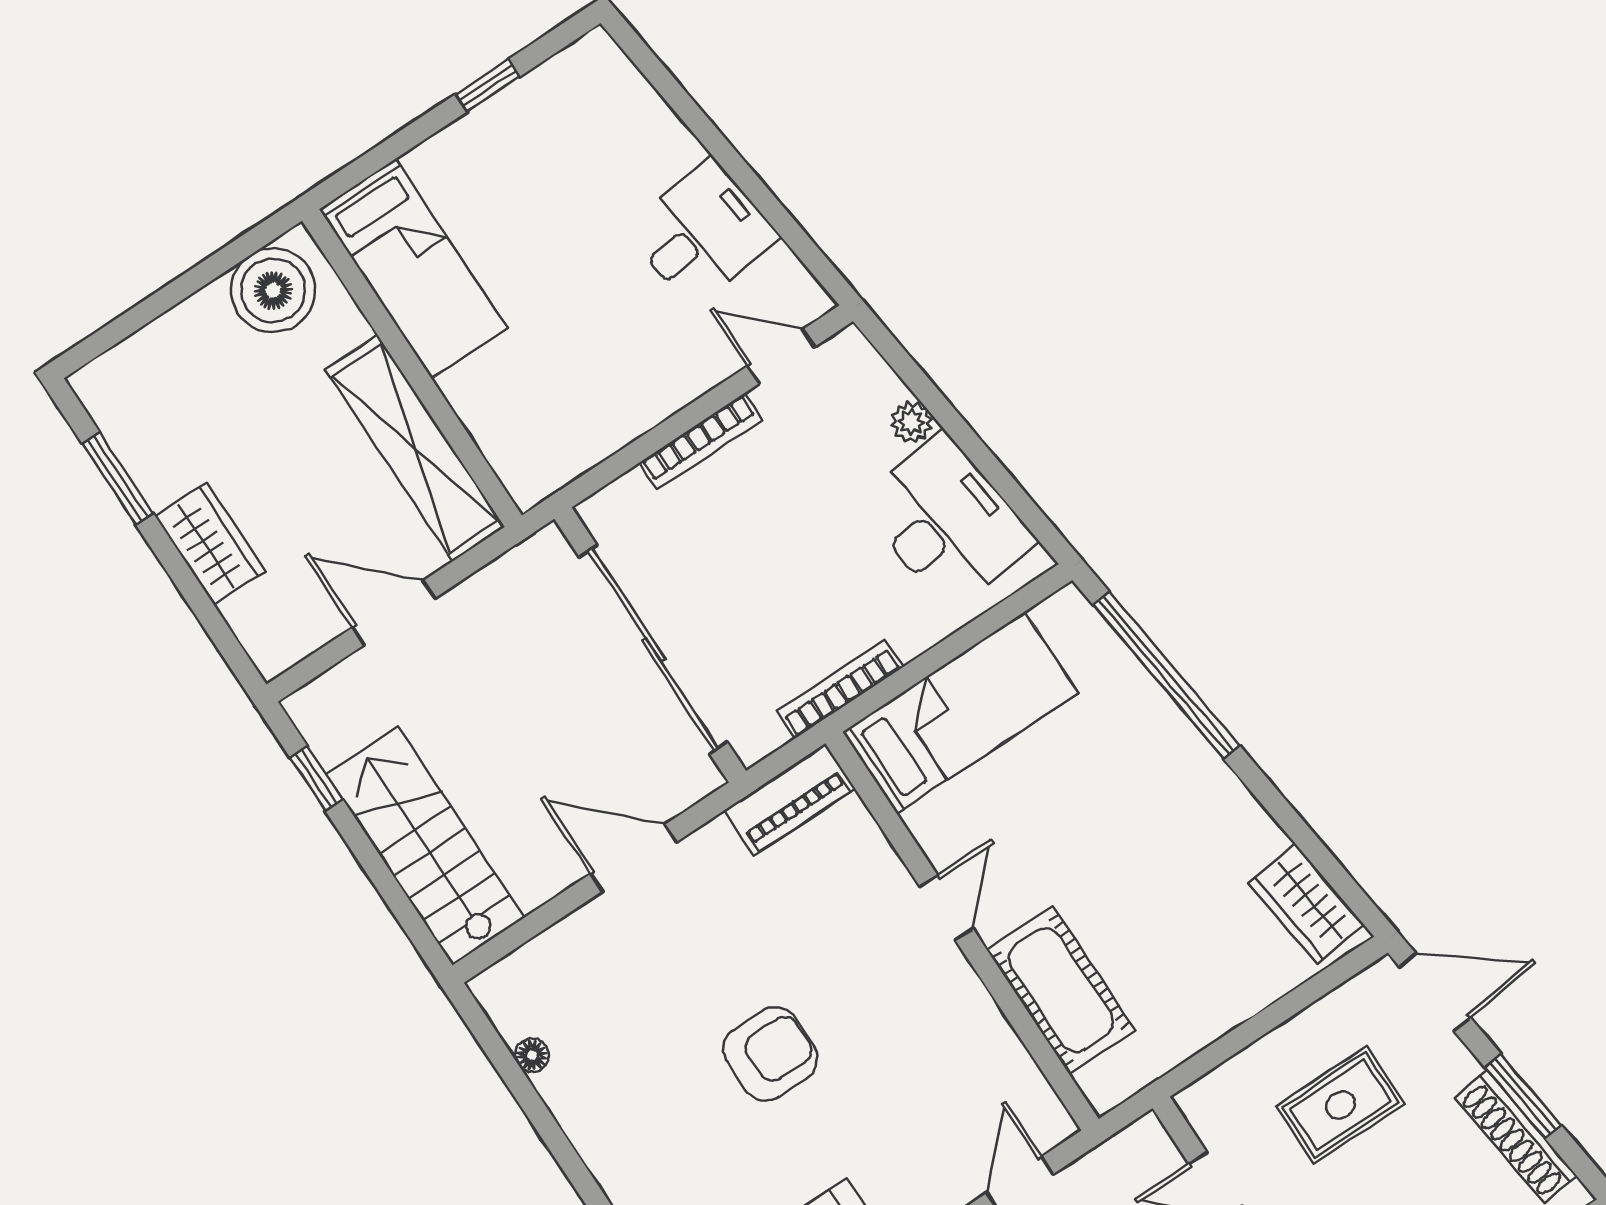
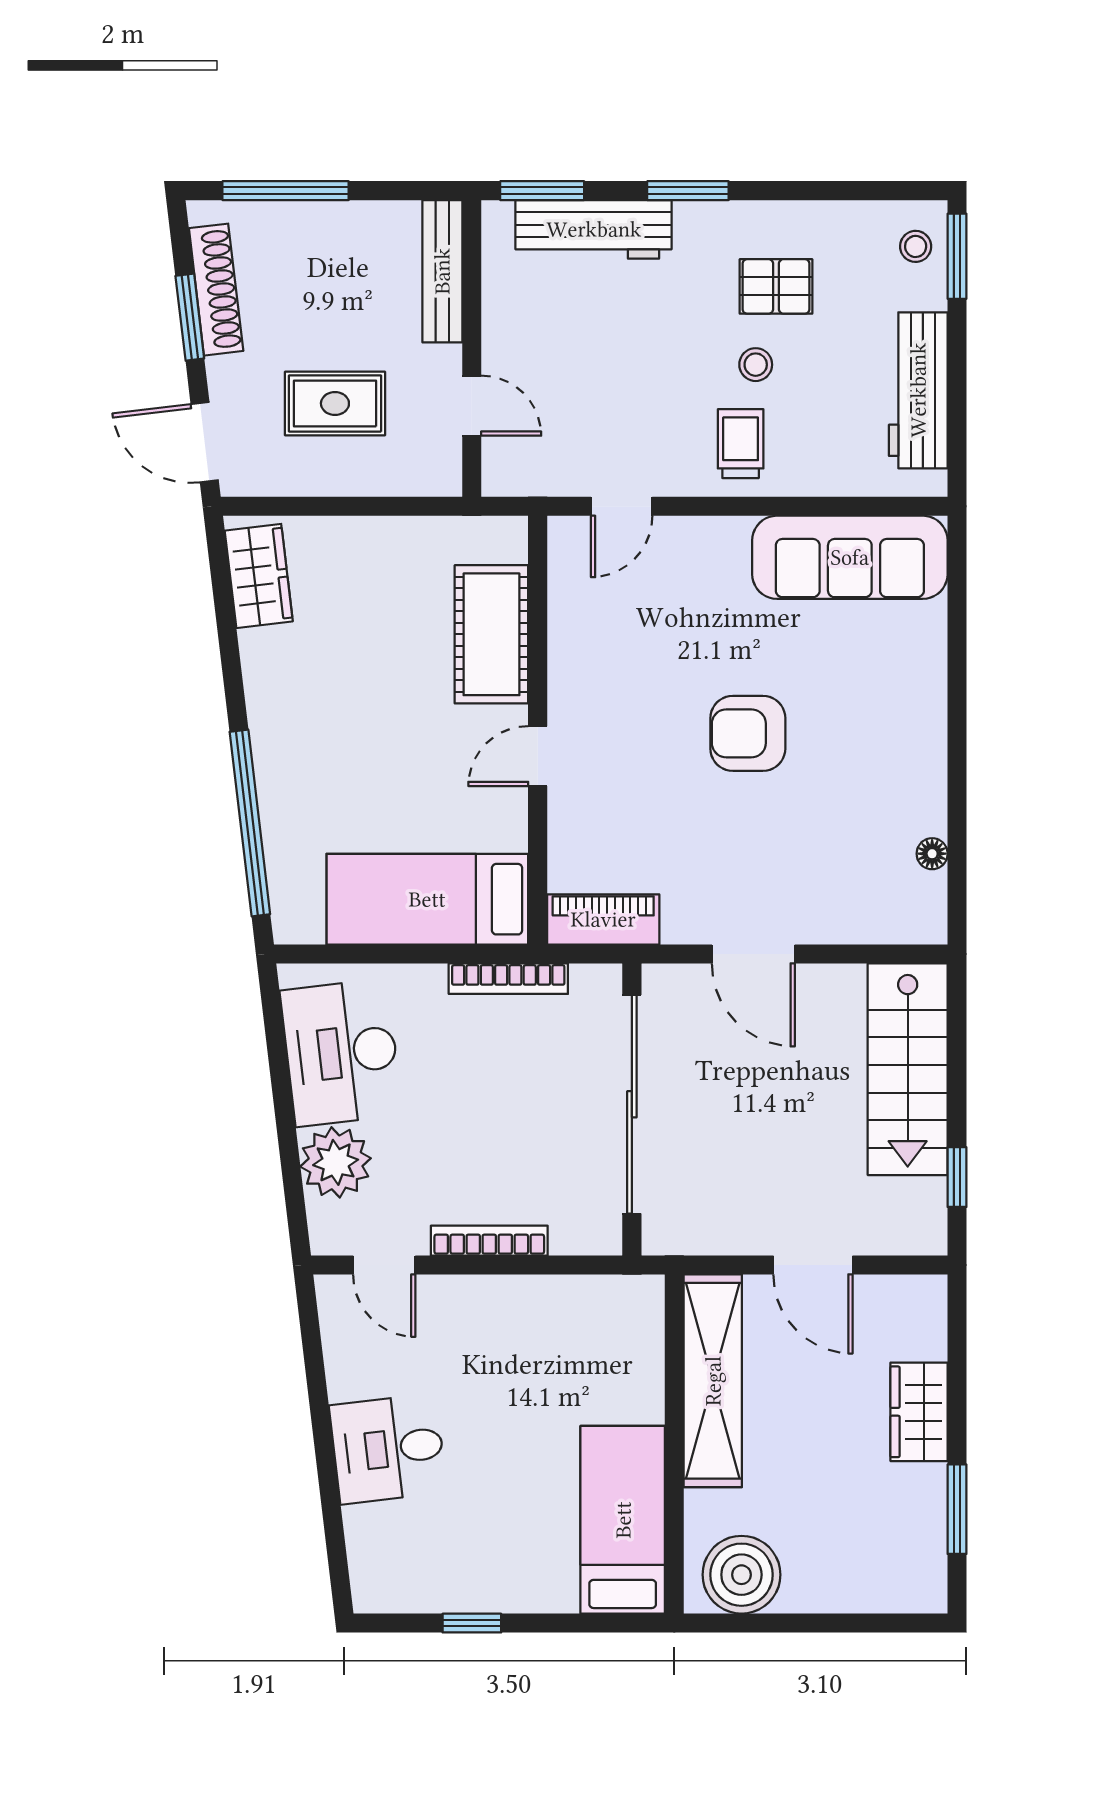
desk: (702, 233) -> (388, 1449), moved
plant: (912, 422) -> (336, 1162), width x1.88, depth x1.88

